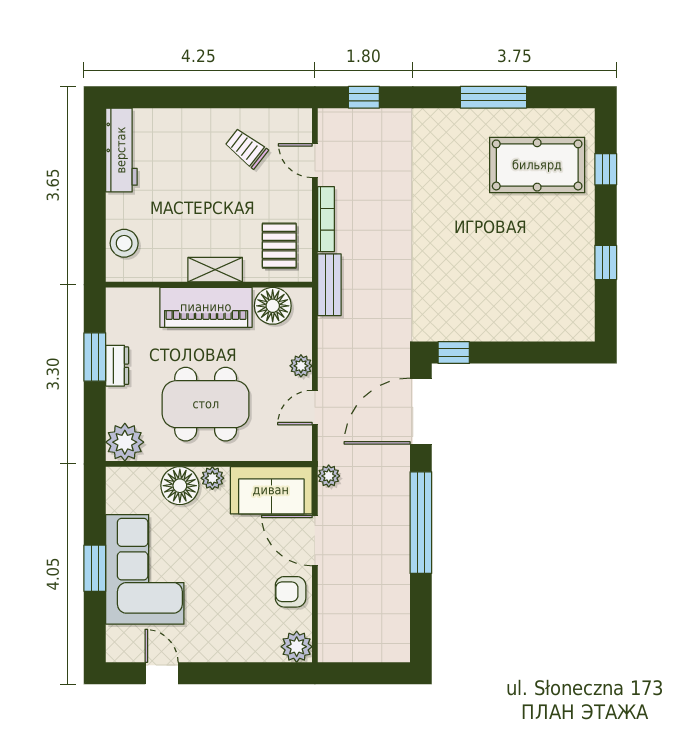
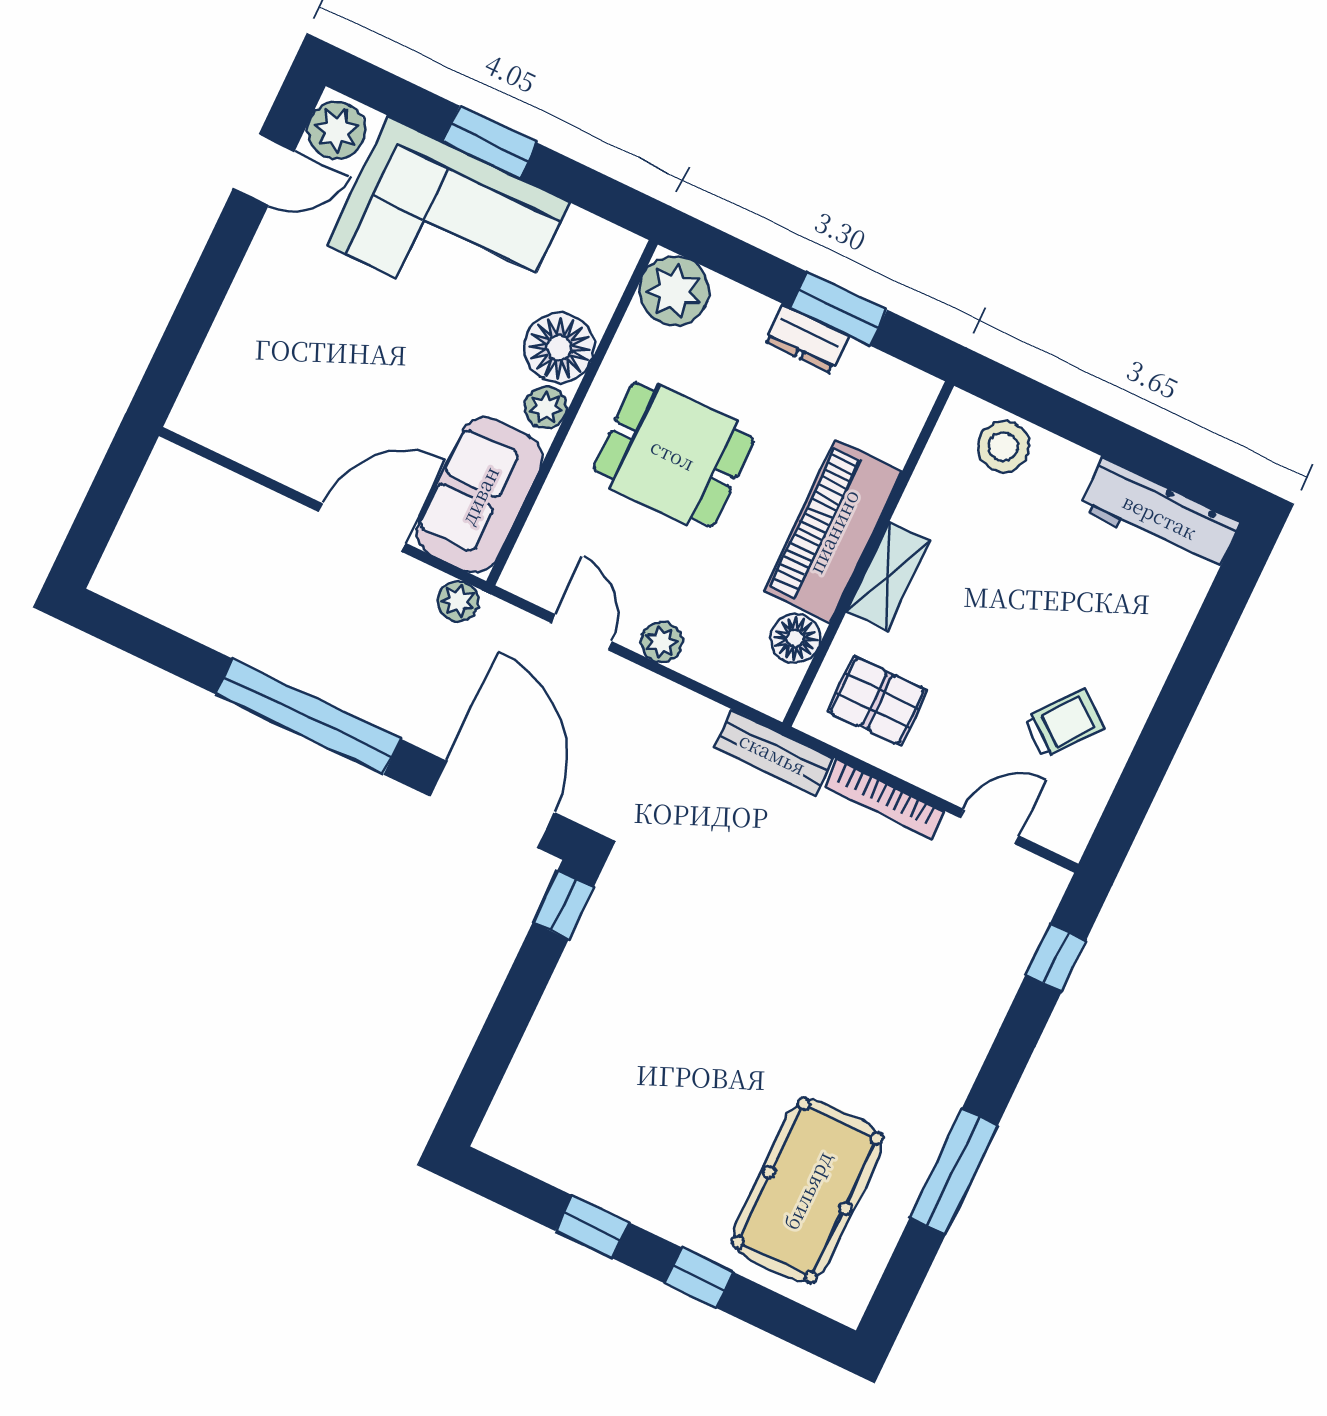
window: (606, 169) -> (699, 1278), moved
floor lamp: (273, 306) -> (795, 638), width x0.73, depth x0.73
dining table: (206, 404) -> (673, 454), width x0.73
armchair: (291, 592) -> (297, 447), removed
plant: (297, 647) -> (336, 130), moved

